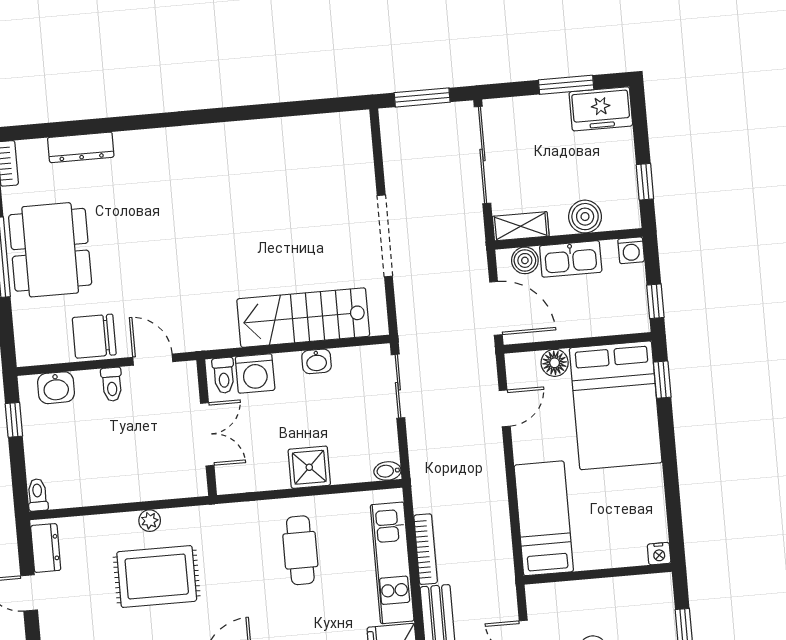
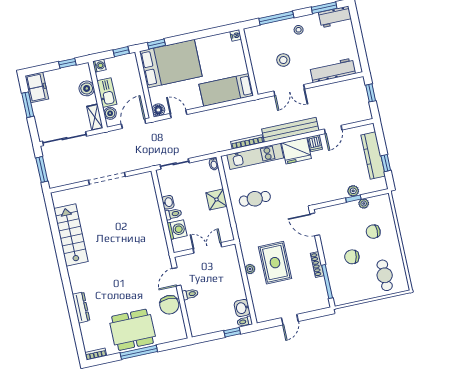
dresser: (81, 147) -> (81, 307), moved
stairs: (303, 318) -> (71, 235), moved, turned 180
floor lamp: (555, 363) -> (158, 110), moved
toilet: (224, 375) -> (173, 214), moved
washbasin: (56, 388) -> (242, 308), moved, turned 180
window: (14, 420) -> (232, 332), moved
dresser: (46, 548) -> (268, 315), removed

